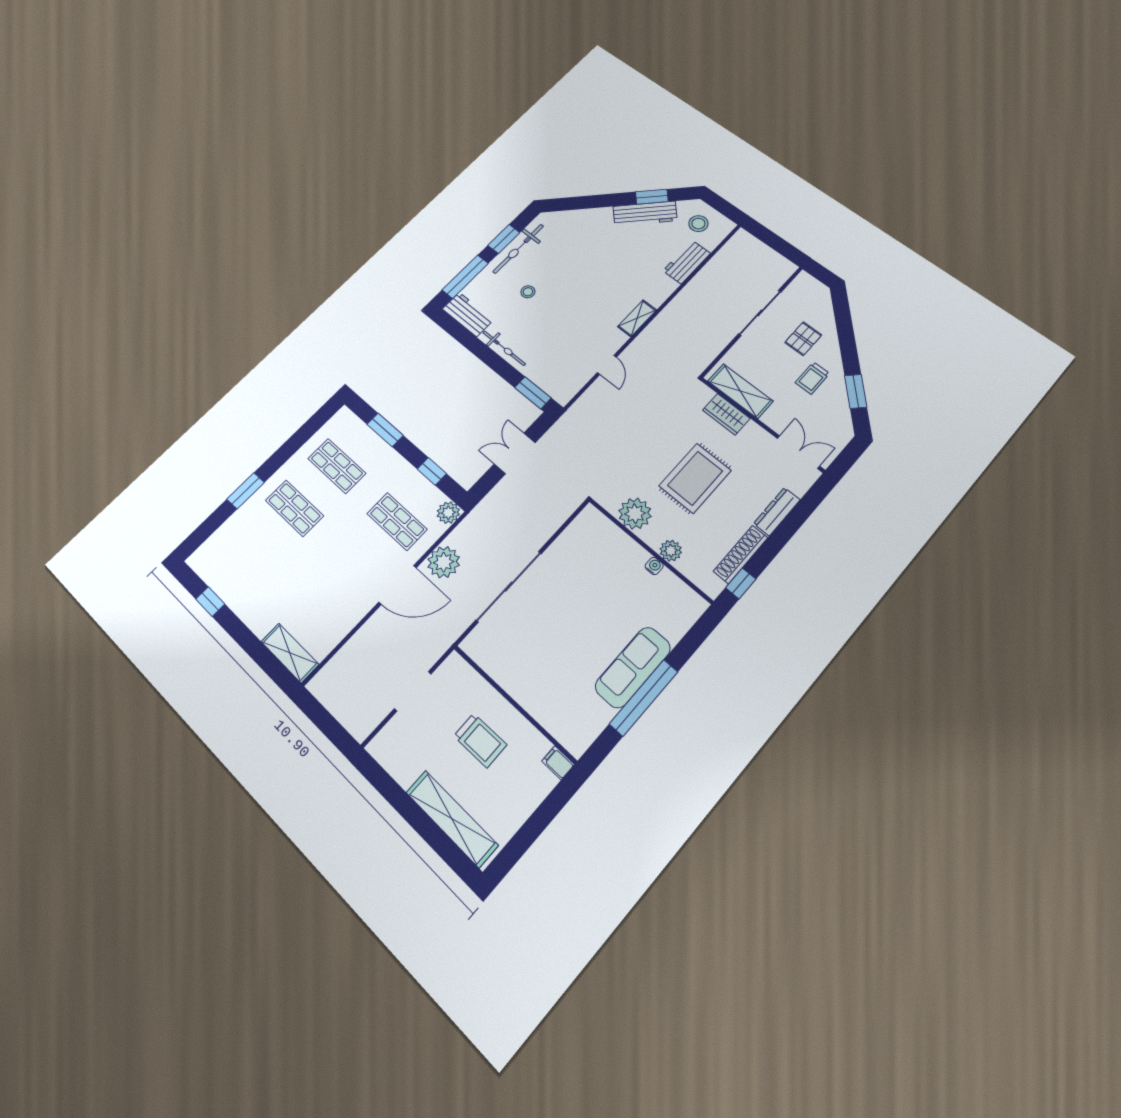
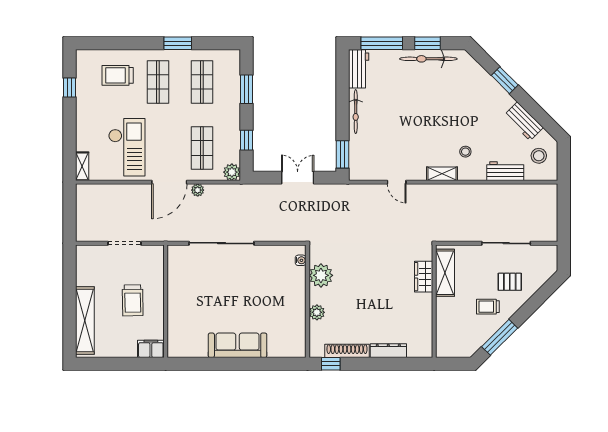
window: (652, 197) -> (505, 80), moved
workbench: (645, 213) -> (524, 121), width x0.73
stool: (528, 292) -> (465, 152), moved
door: (607, 365) -> (397, 182), hinge flipped
window: (856, 391) -> (500, 337), width x1.44
double door: (798, 452) -> (434, 335), removed
rug: (695, 478) -> (370, 291), removed
window: (246, 491) -> (178, 43), moved
trolley: (249, 542) -> (118, 75), added
plant: (444, 562) -> (198, 190), width x0.53, depth x0.53
water cooler: (654, 566) -> (301, 260), moved
door: (398, 585) -> (169, 182), hinge flipped
checkout: (322, 597) -> (127, 147), added
shelving: (290, 653) -> (82, 166), width x0.67, depth x0.75
window: (644, 698) -> (227, 364), removed
filing cabinet: (558, 763) -> (151, 349), width x2.00

